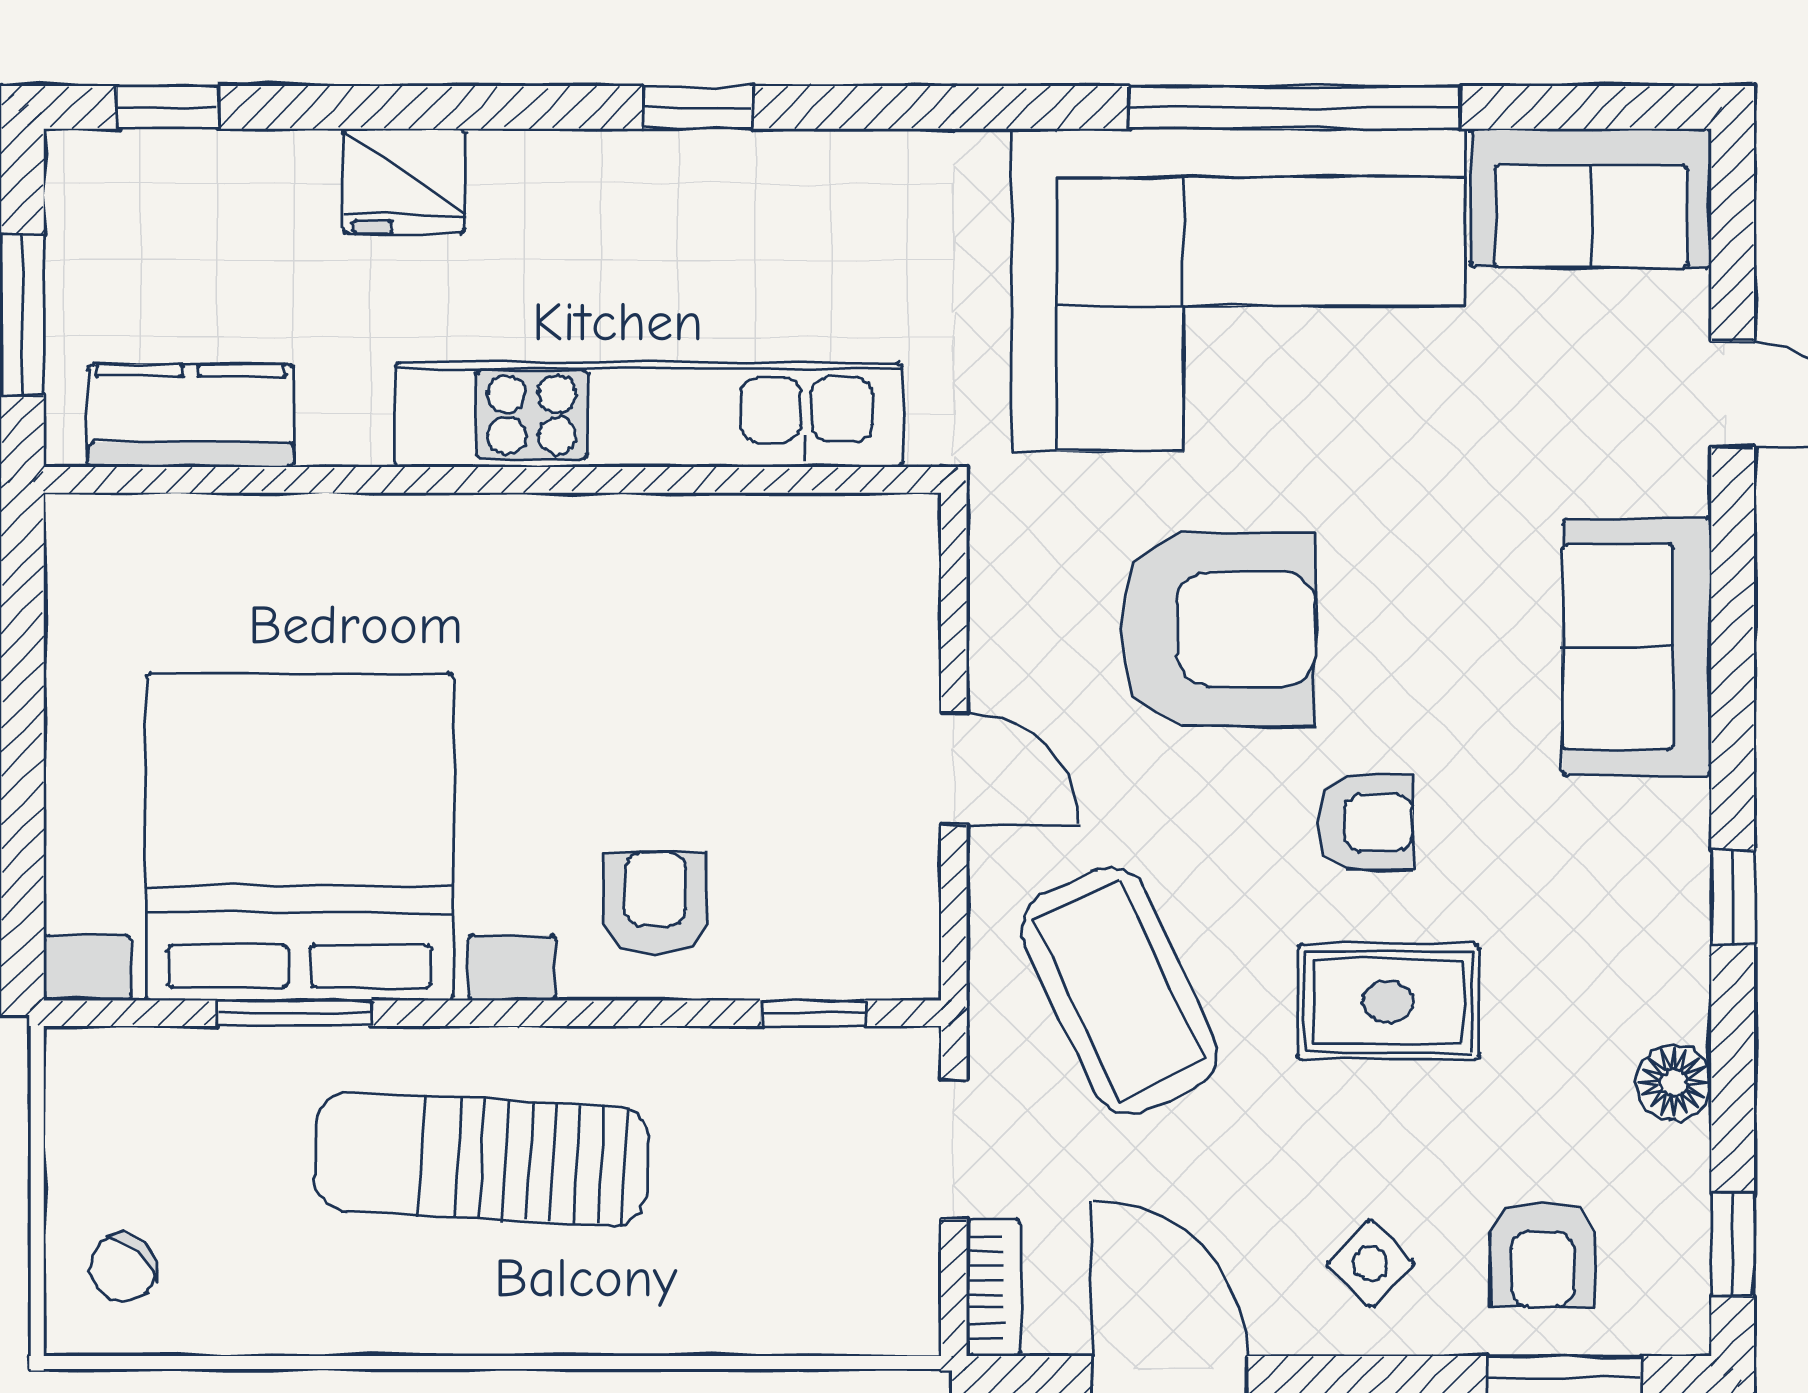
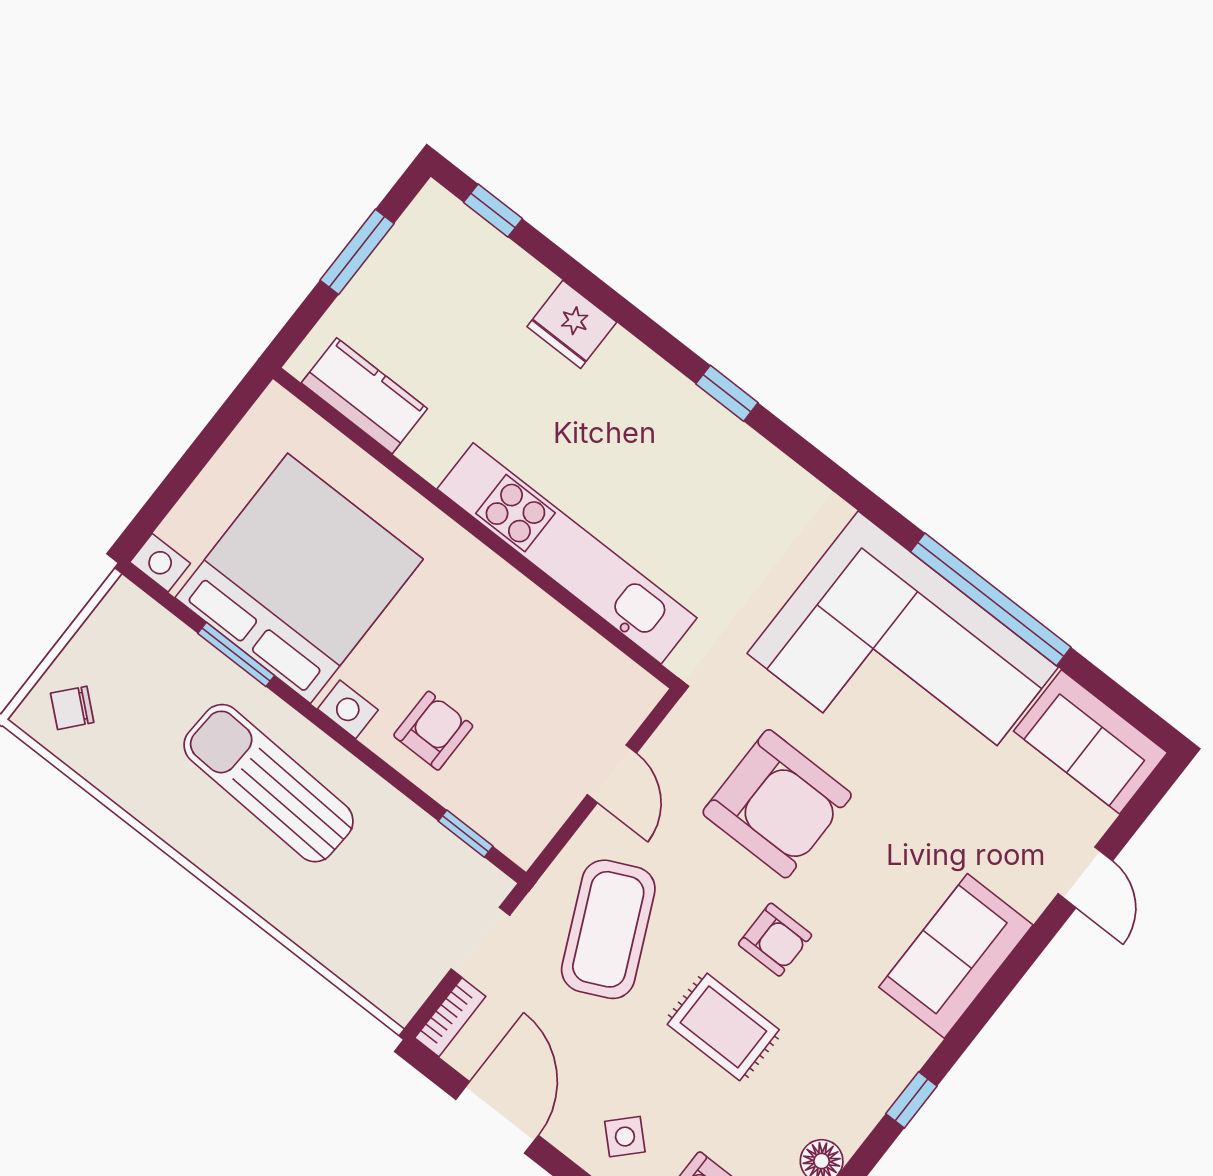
kitchen unit: (649, 415) -> (567, 553), moved
kitchen counter: (191, 416) -> (364, 396), moved
wall: (492, 480) -> (475, 528), moved

